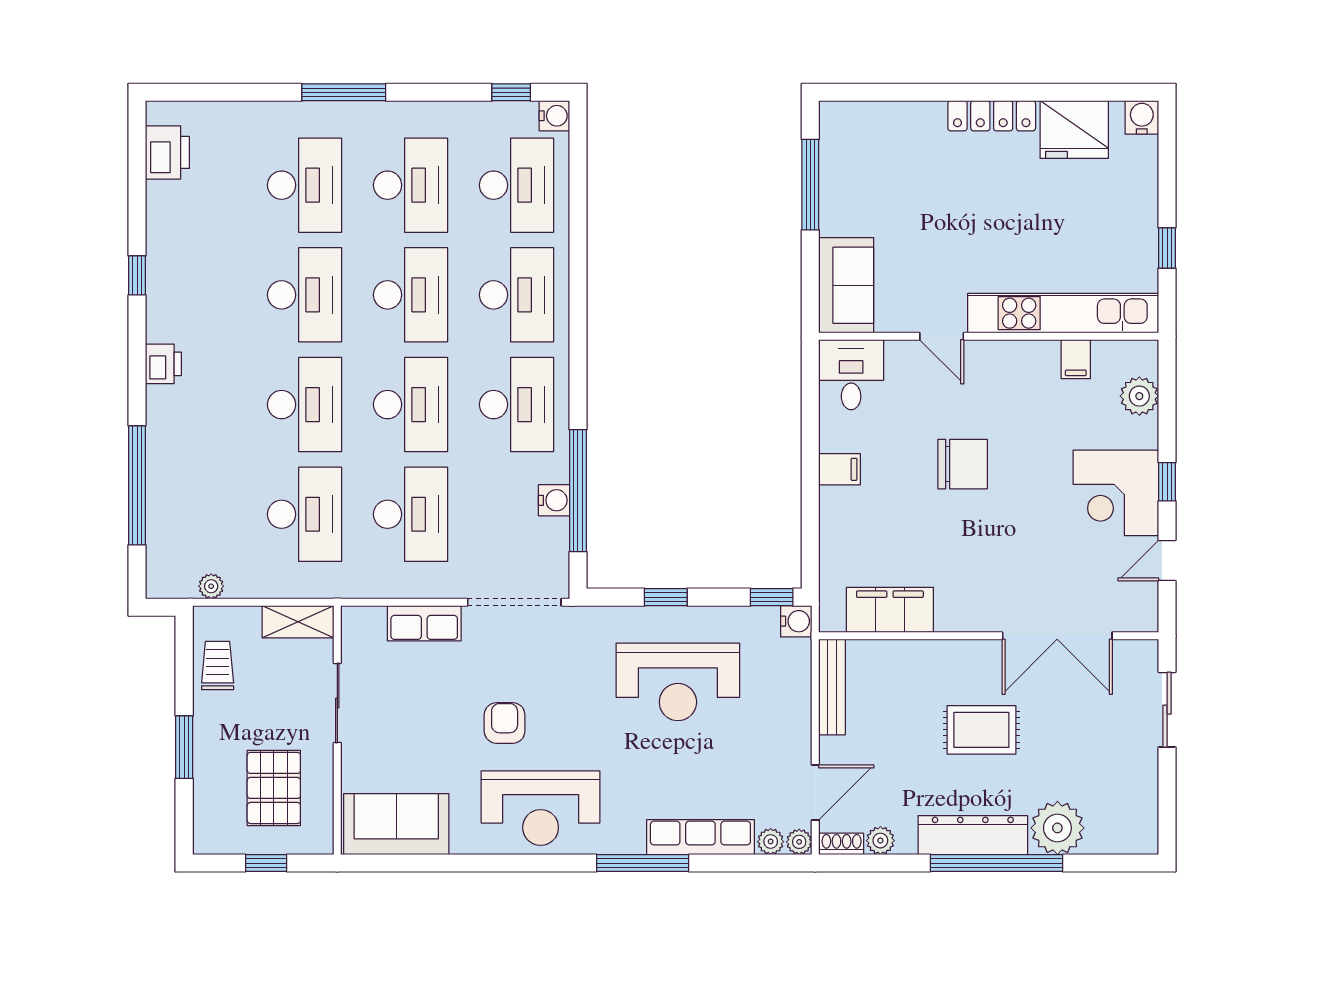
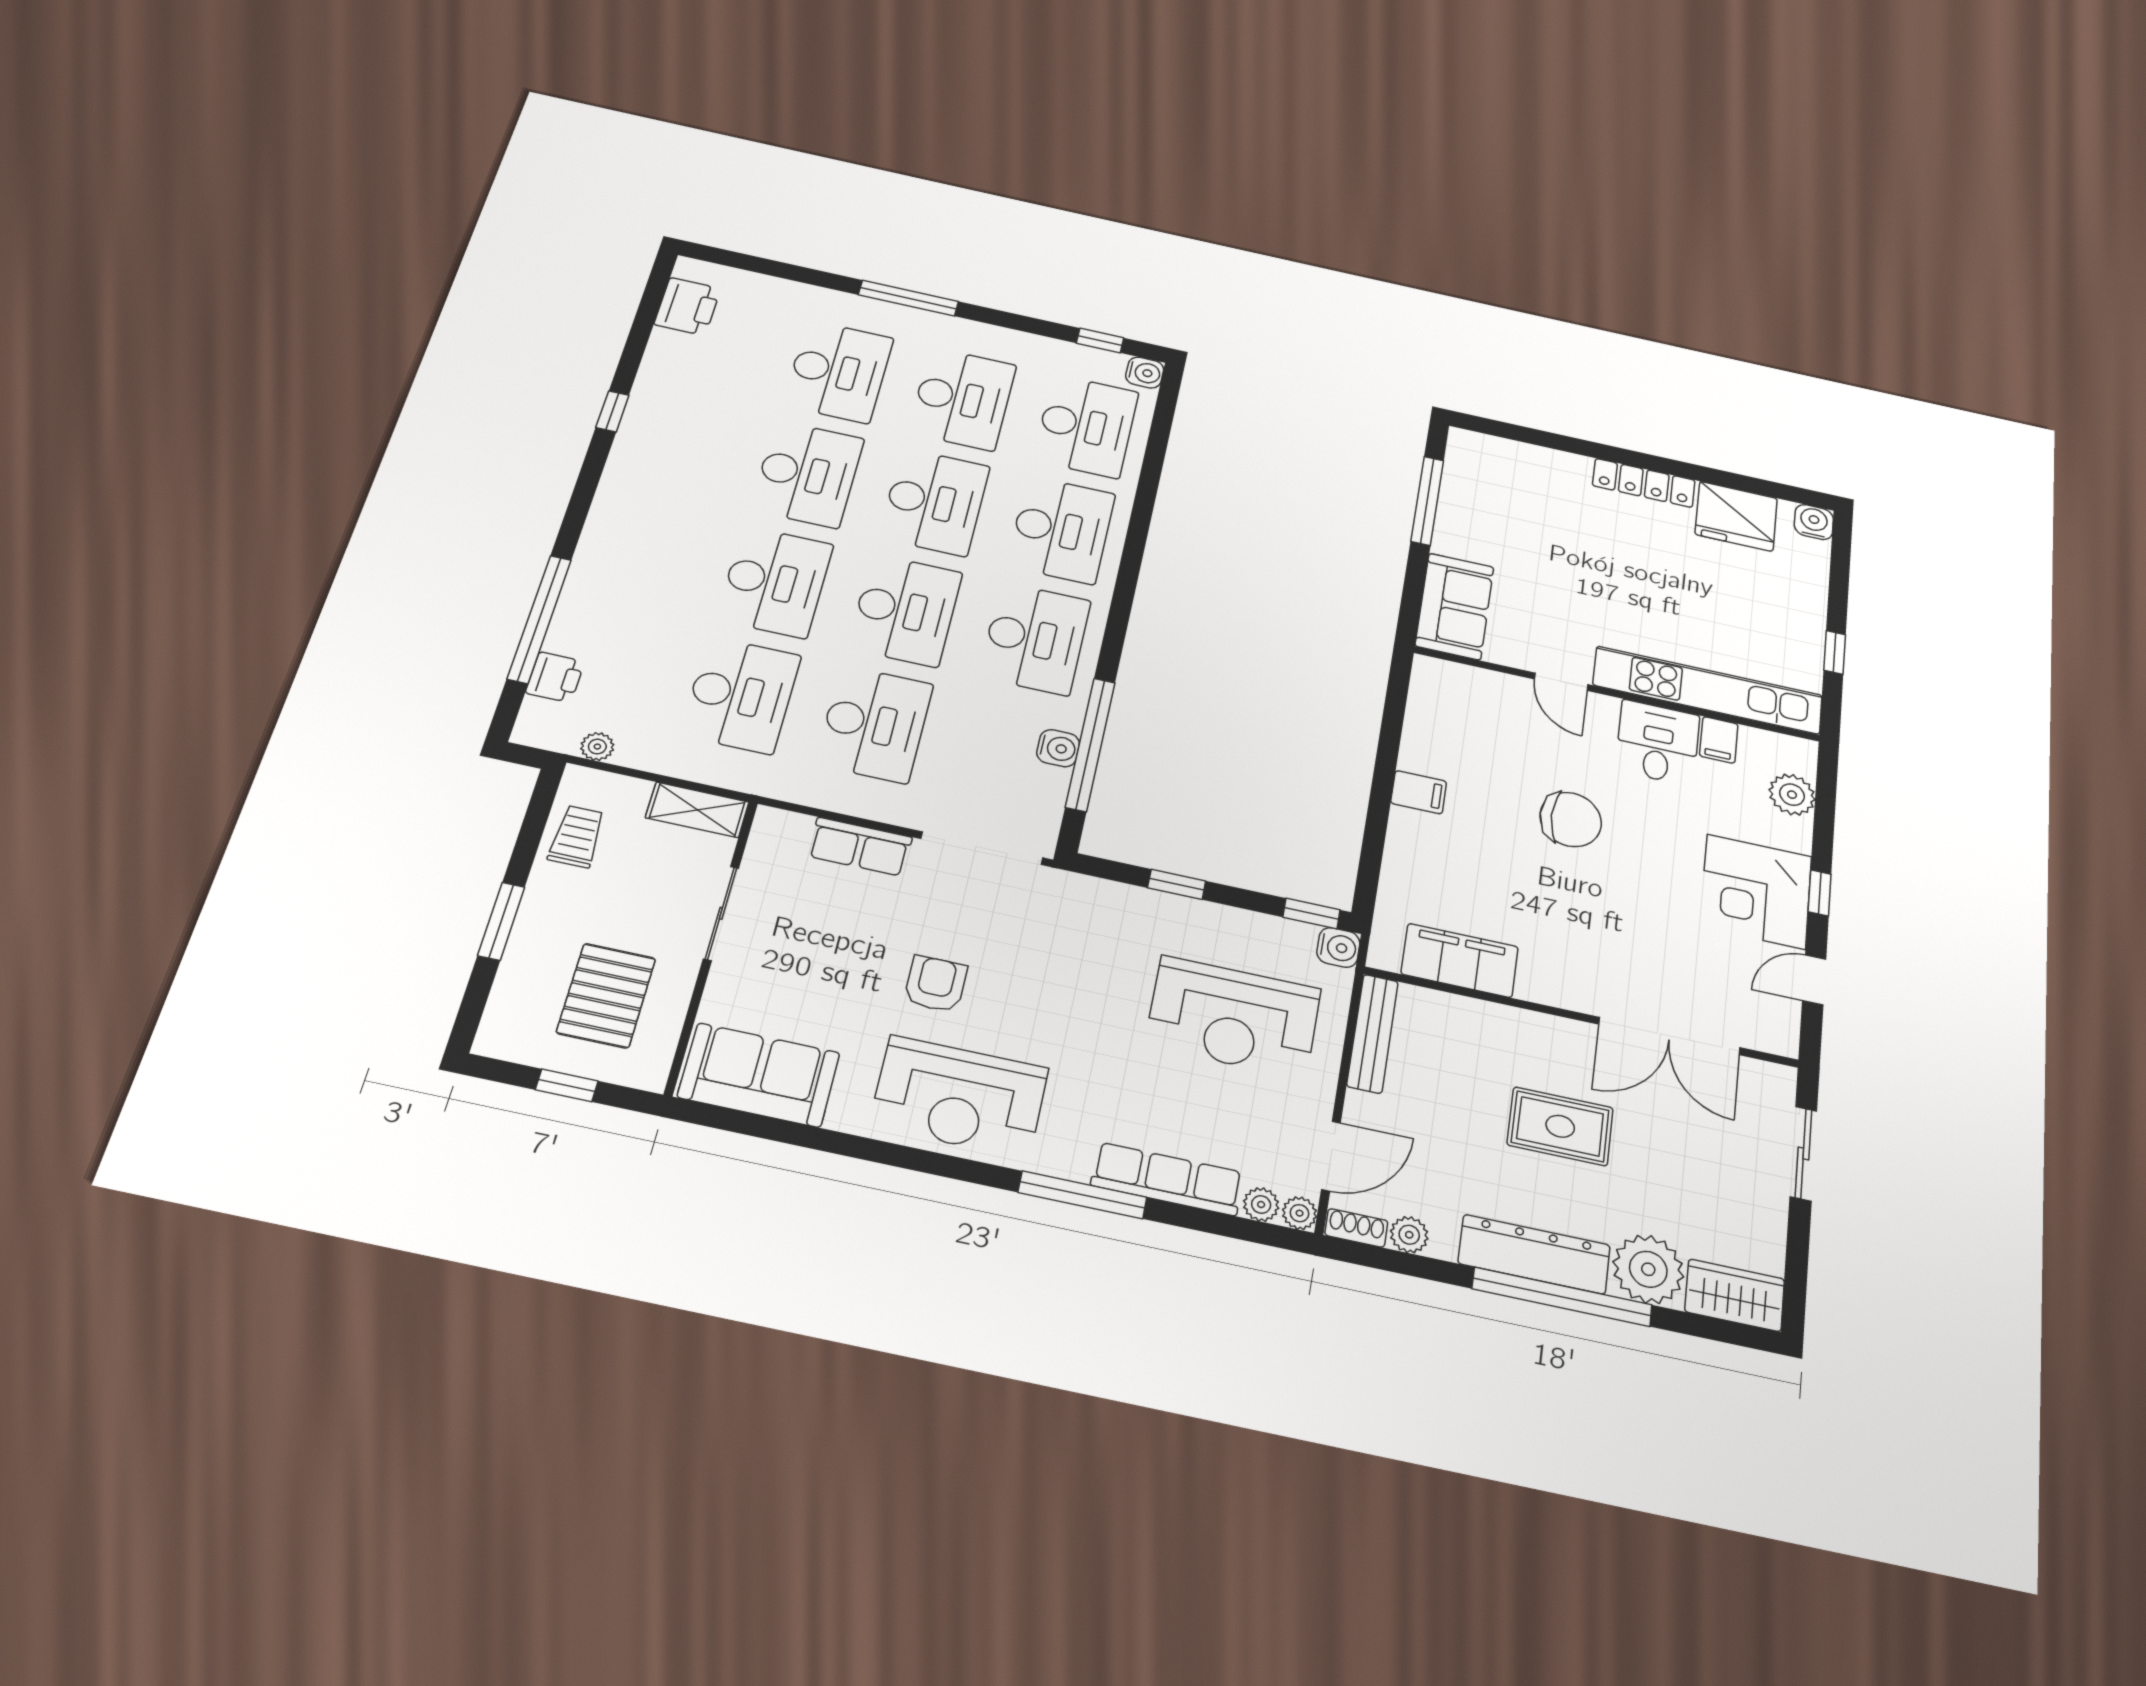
printer: (163, 364) -> (555, 677), moved
desk: (851, 375) -> (1658, 743), moved
reception desk: (678, 682) -> (1233, 1017), moved
wardrobe: (1123, 834) -> (1735, 1295), added

